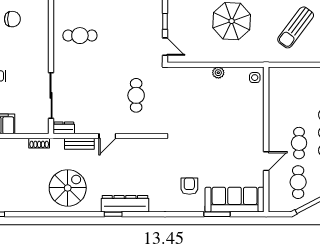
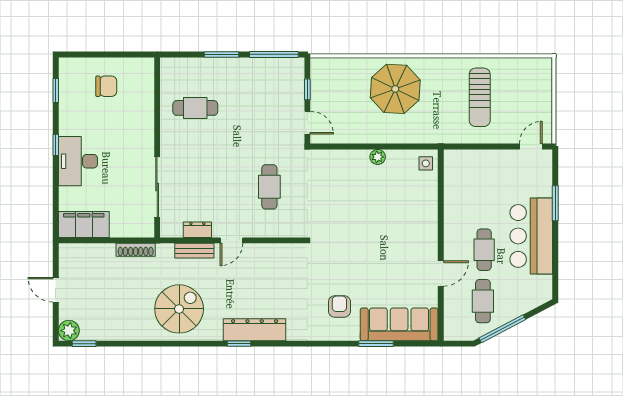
sun lounger: (296, 27) -> (480, 97), turned -37
dresser: (64, 128) -> (197, 230), moved
shoe rack: (39, 143) -> (136, 250), width x1.43

